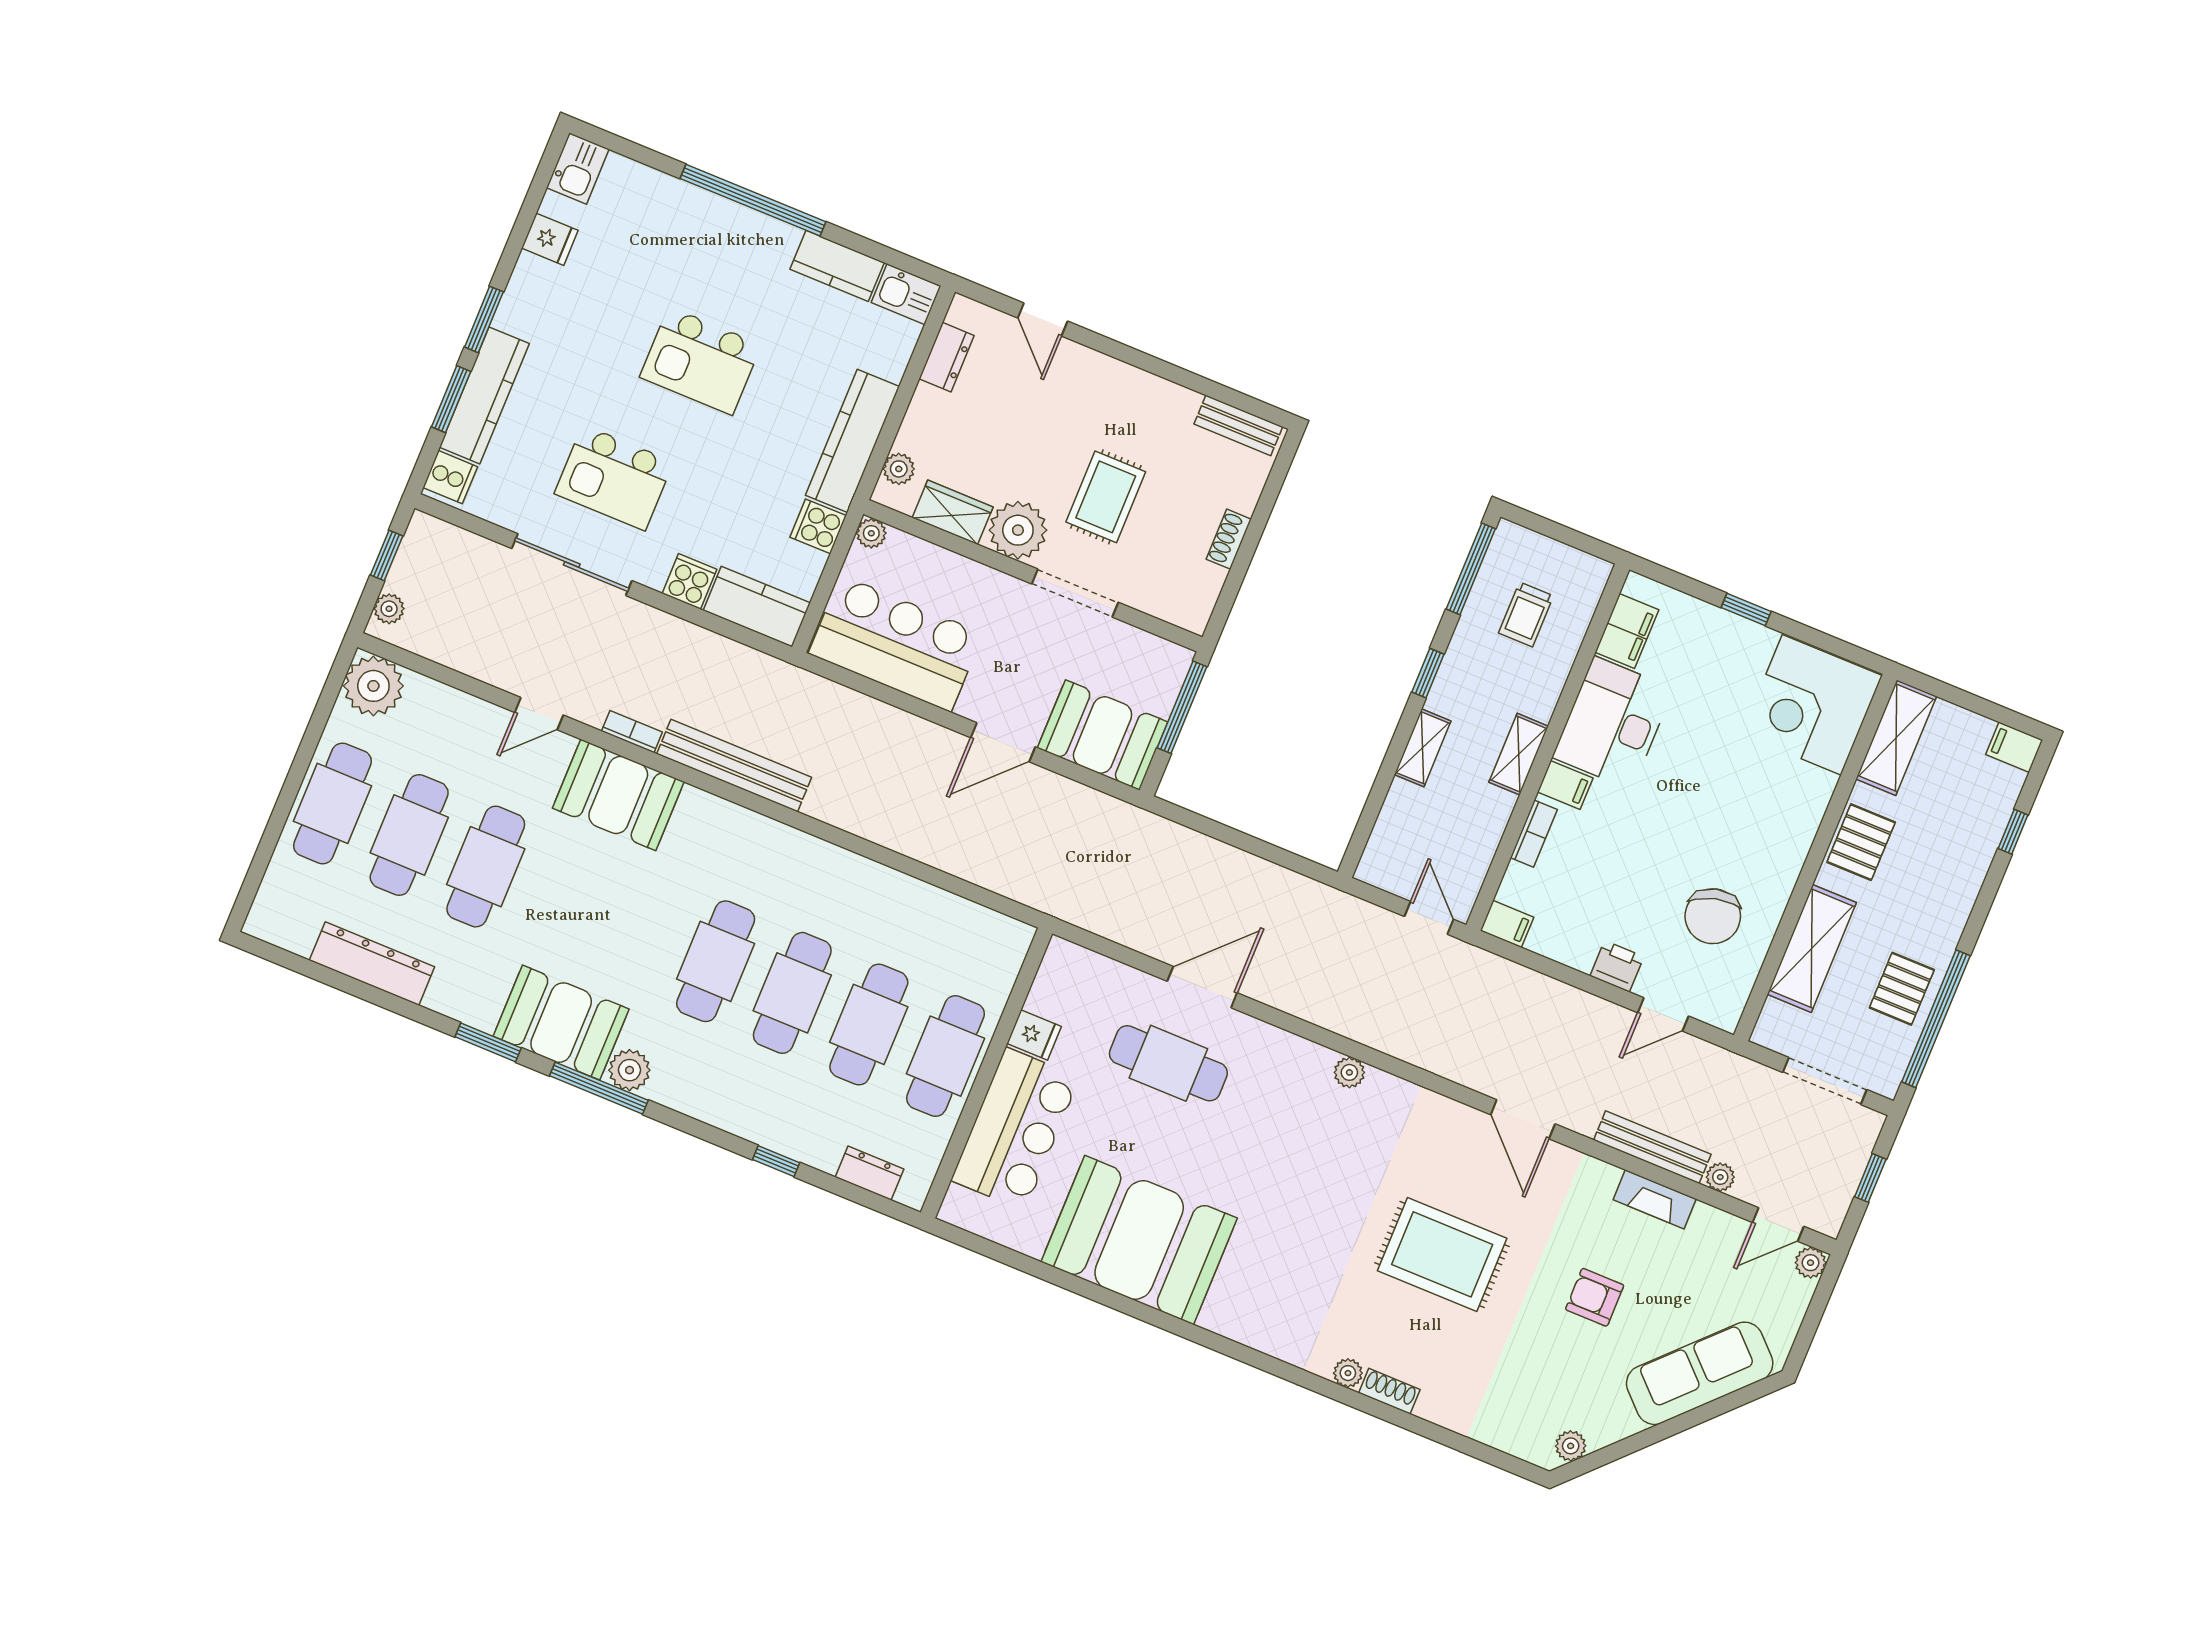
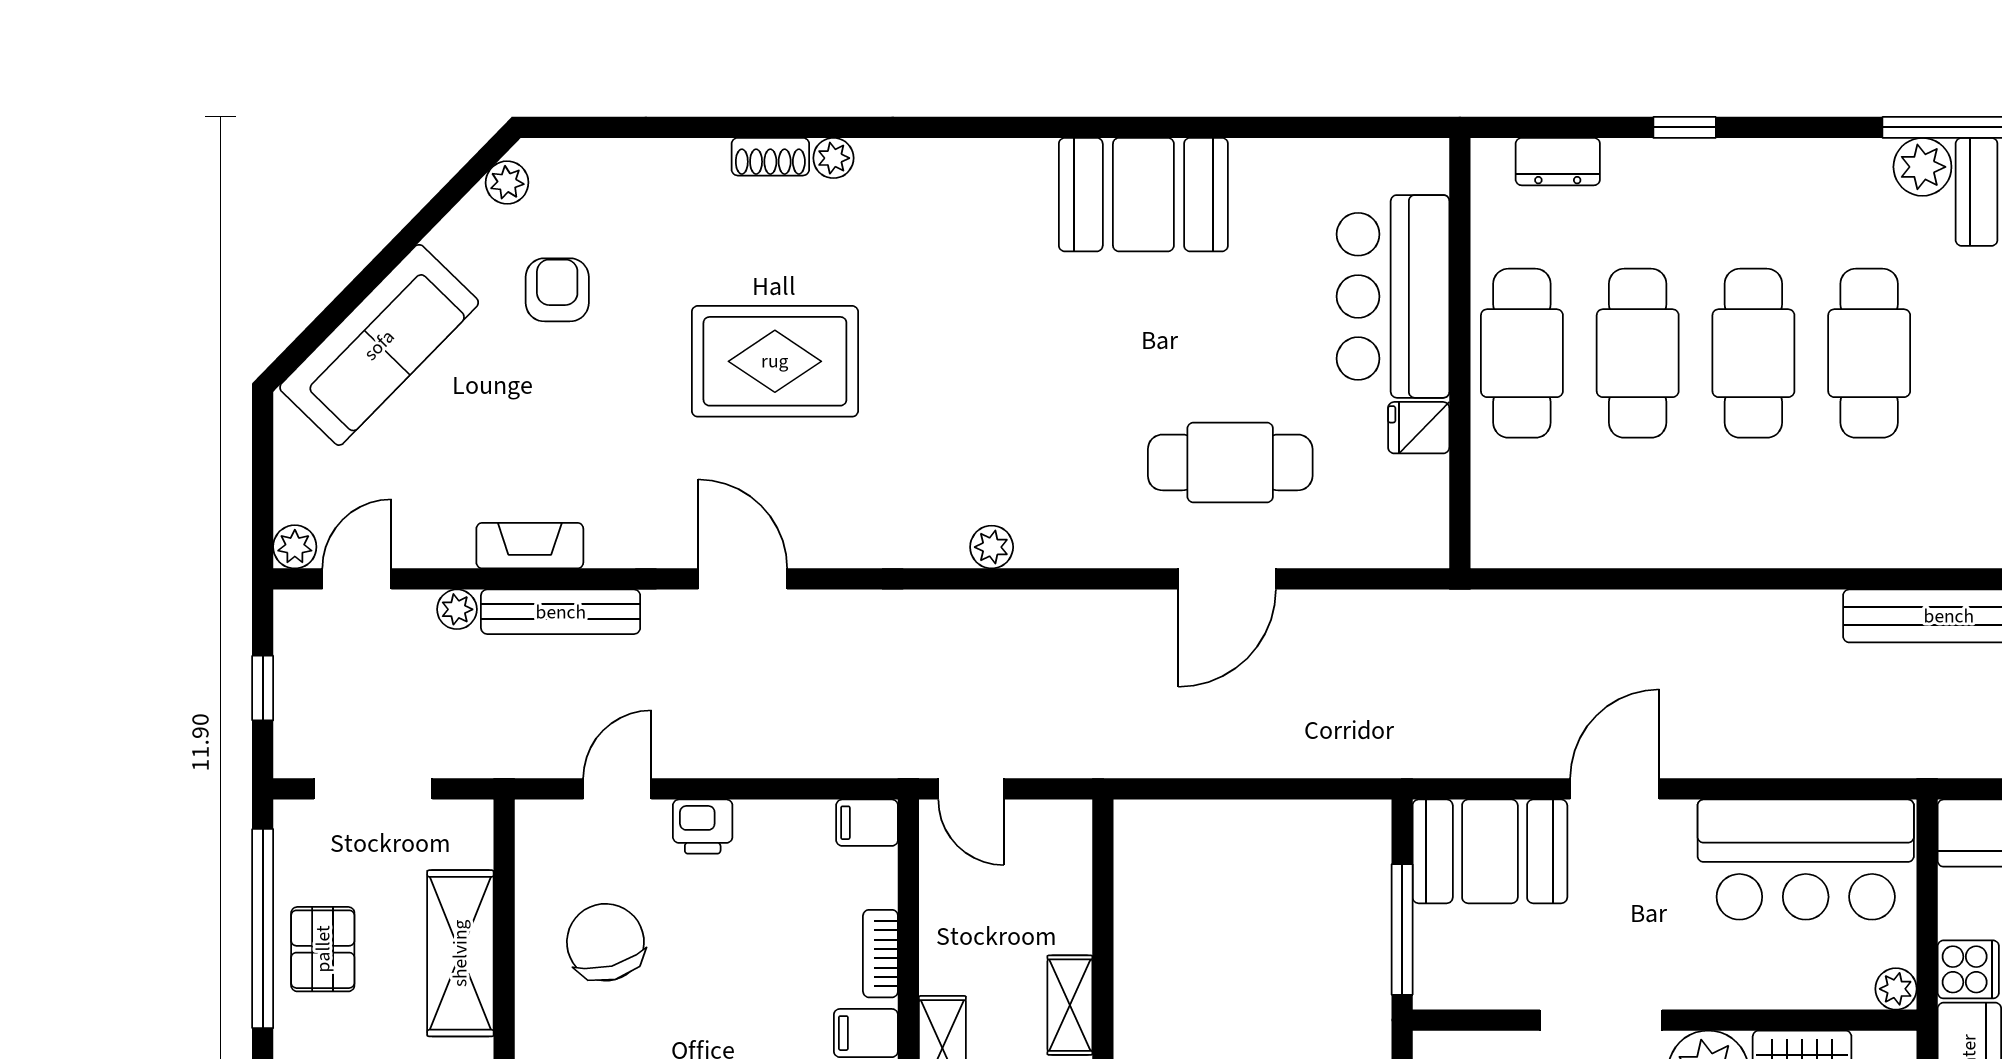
booth: (1139, 1240) -> (1143, 195), width x0.73, depth x0.70
armchair: (1595, 1297) -> (557, 290), moved, turned -90

